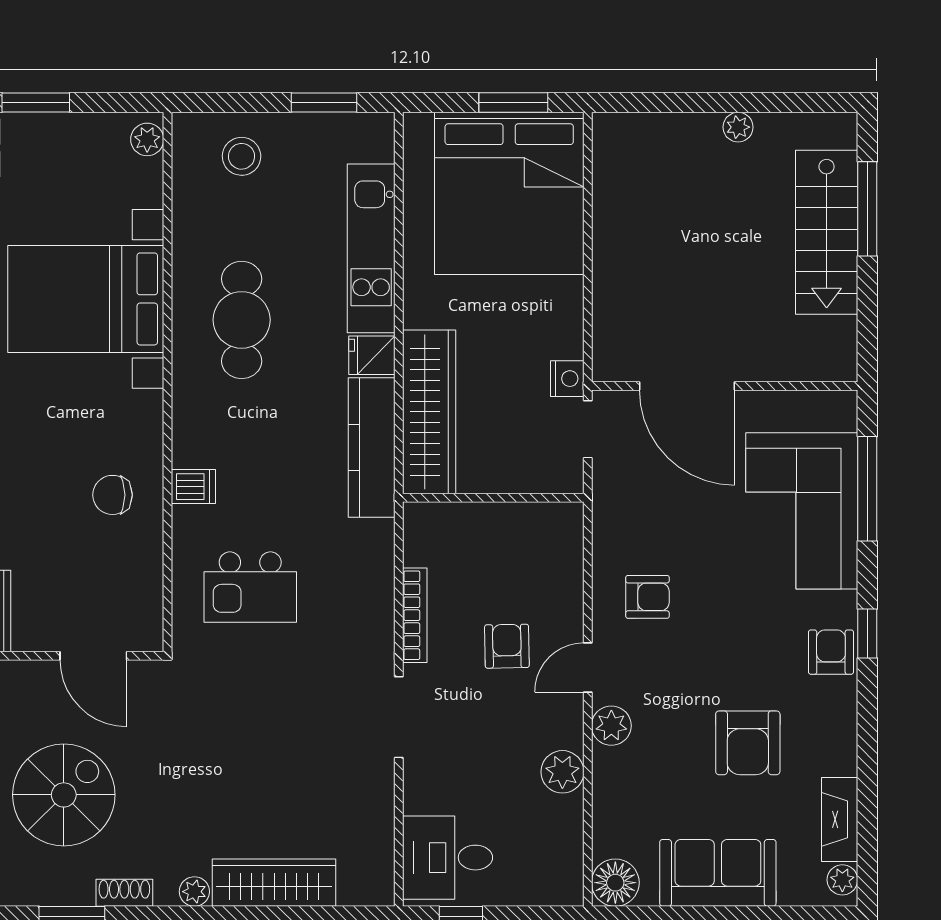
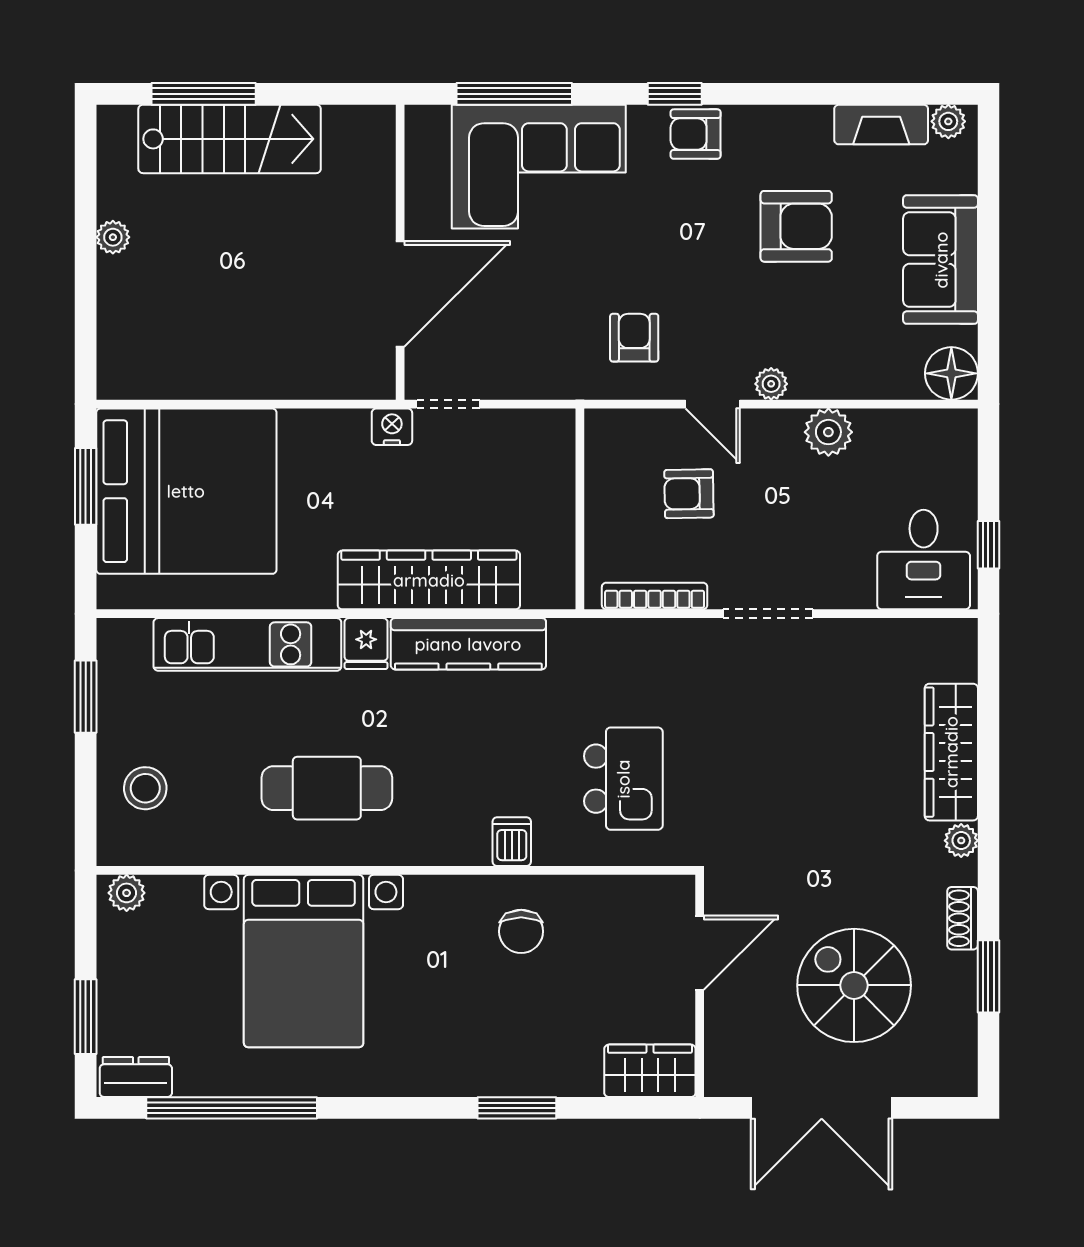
wall: (493, 498) -> (580, 509), moved
plant: (611, 726) -> (771, 384), width x0.73, depth x0.73

